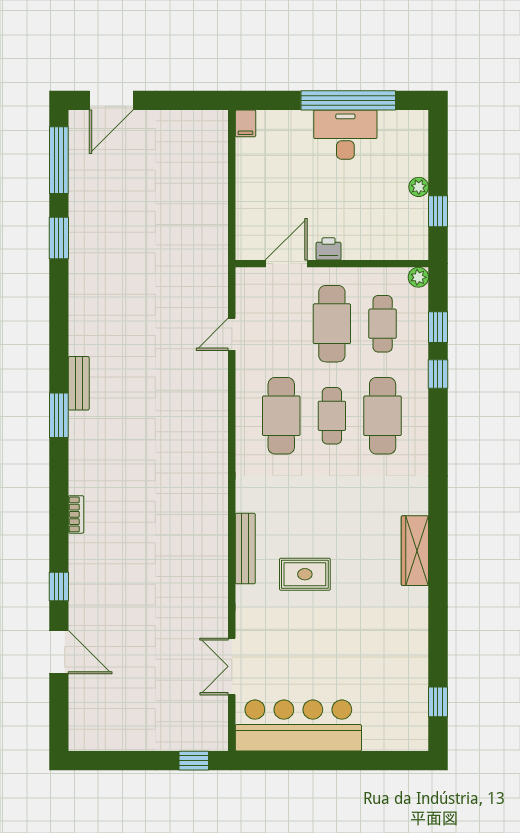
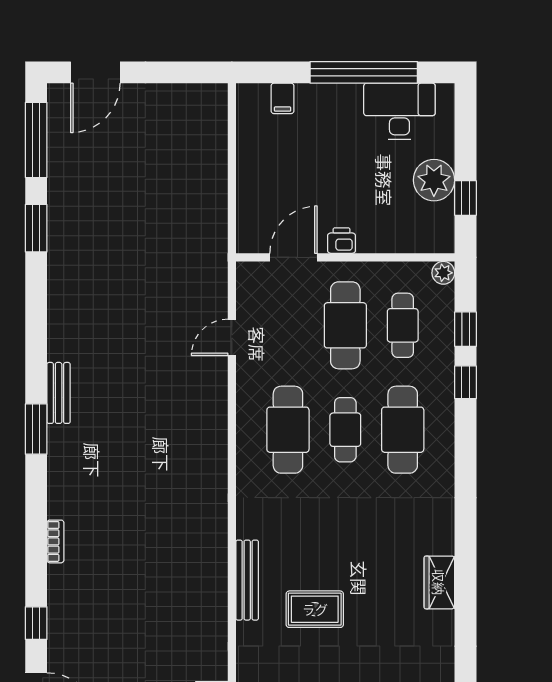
filing cabinet: (245, 123) -> (283, 98), moved
desk: (345, 135) -> (399, 111), moved
plant: (419, 187) -> (434, 180), width x1.88, depth x1.88
wardrobe: (415, 551) -> (439, 582), width x0.67

